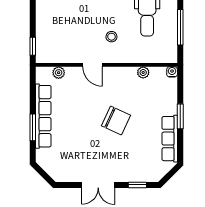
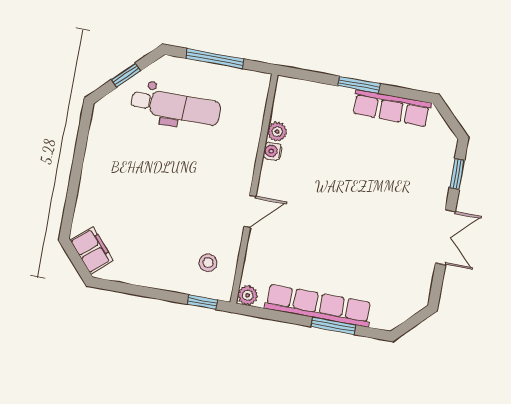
stool: (111, 37) -> (208, 263), moved
water cooler: (172, 72) -> (273, 151), moved
plant: (59, 73) -> (248, 295), moved
chair: (116, 121) -> (347, 190), removed

